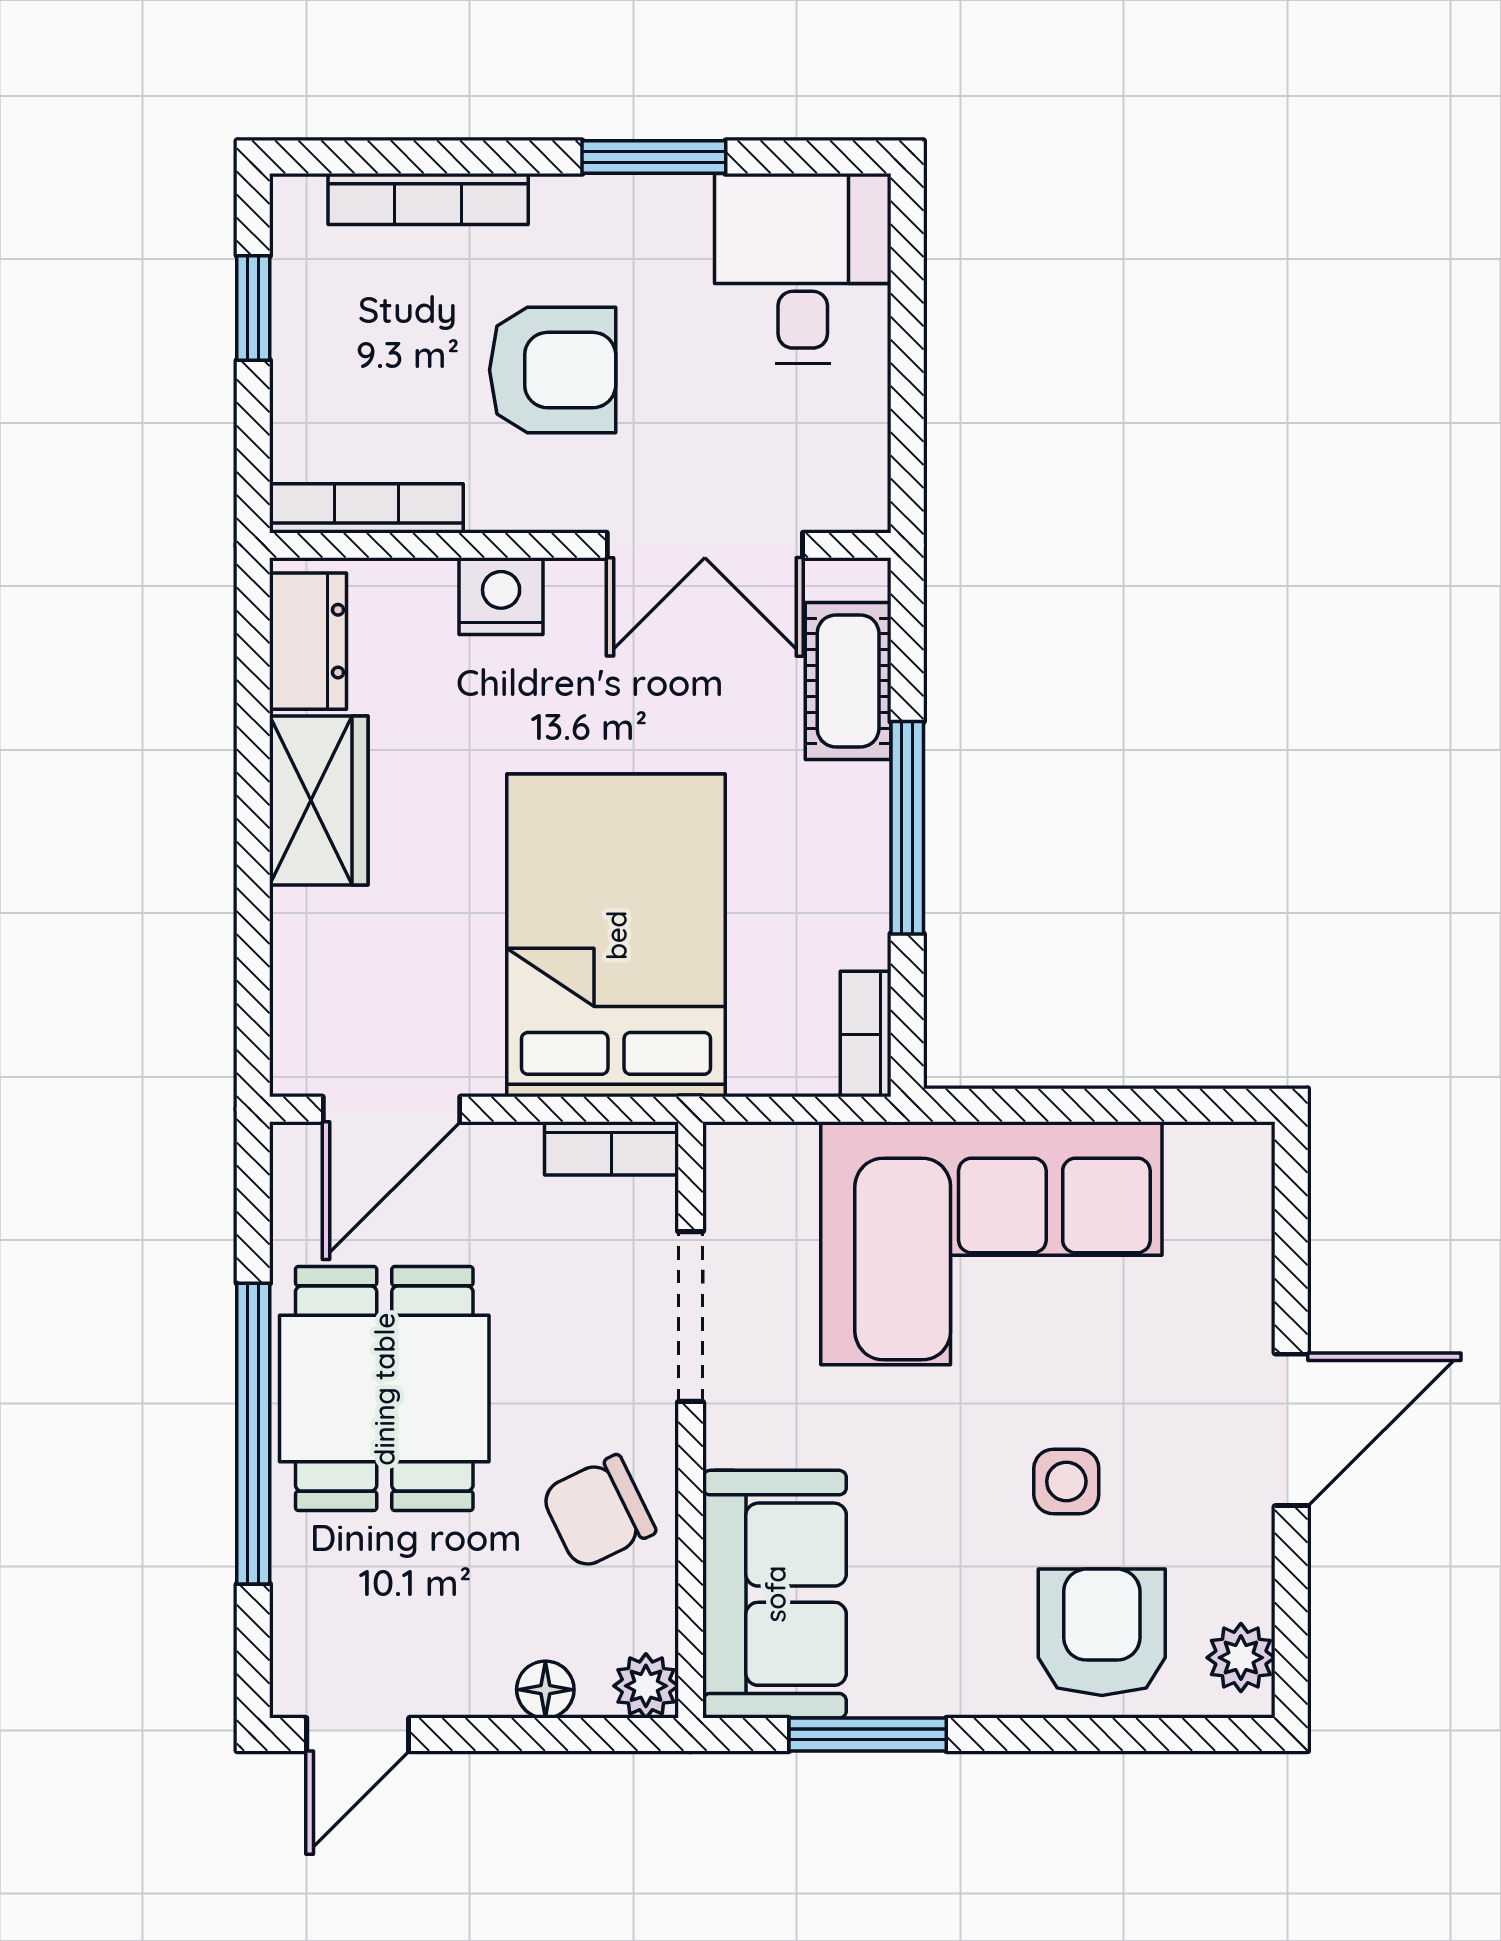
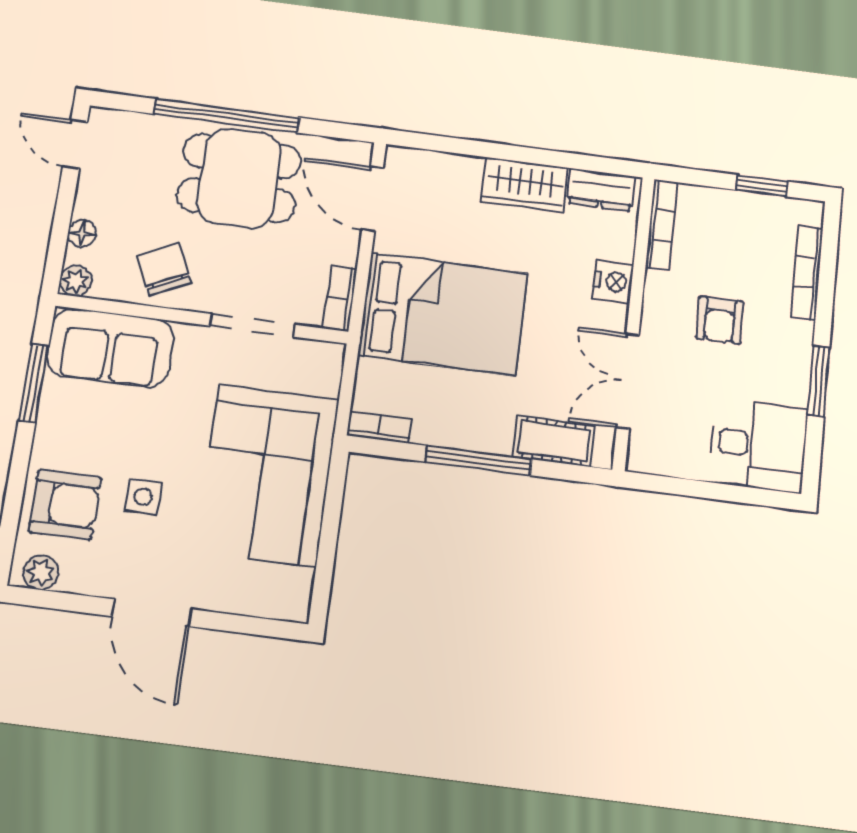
armchair: (553, 370) -> (720, 320), width x0.72, depth x0.72

